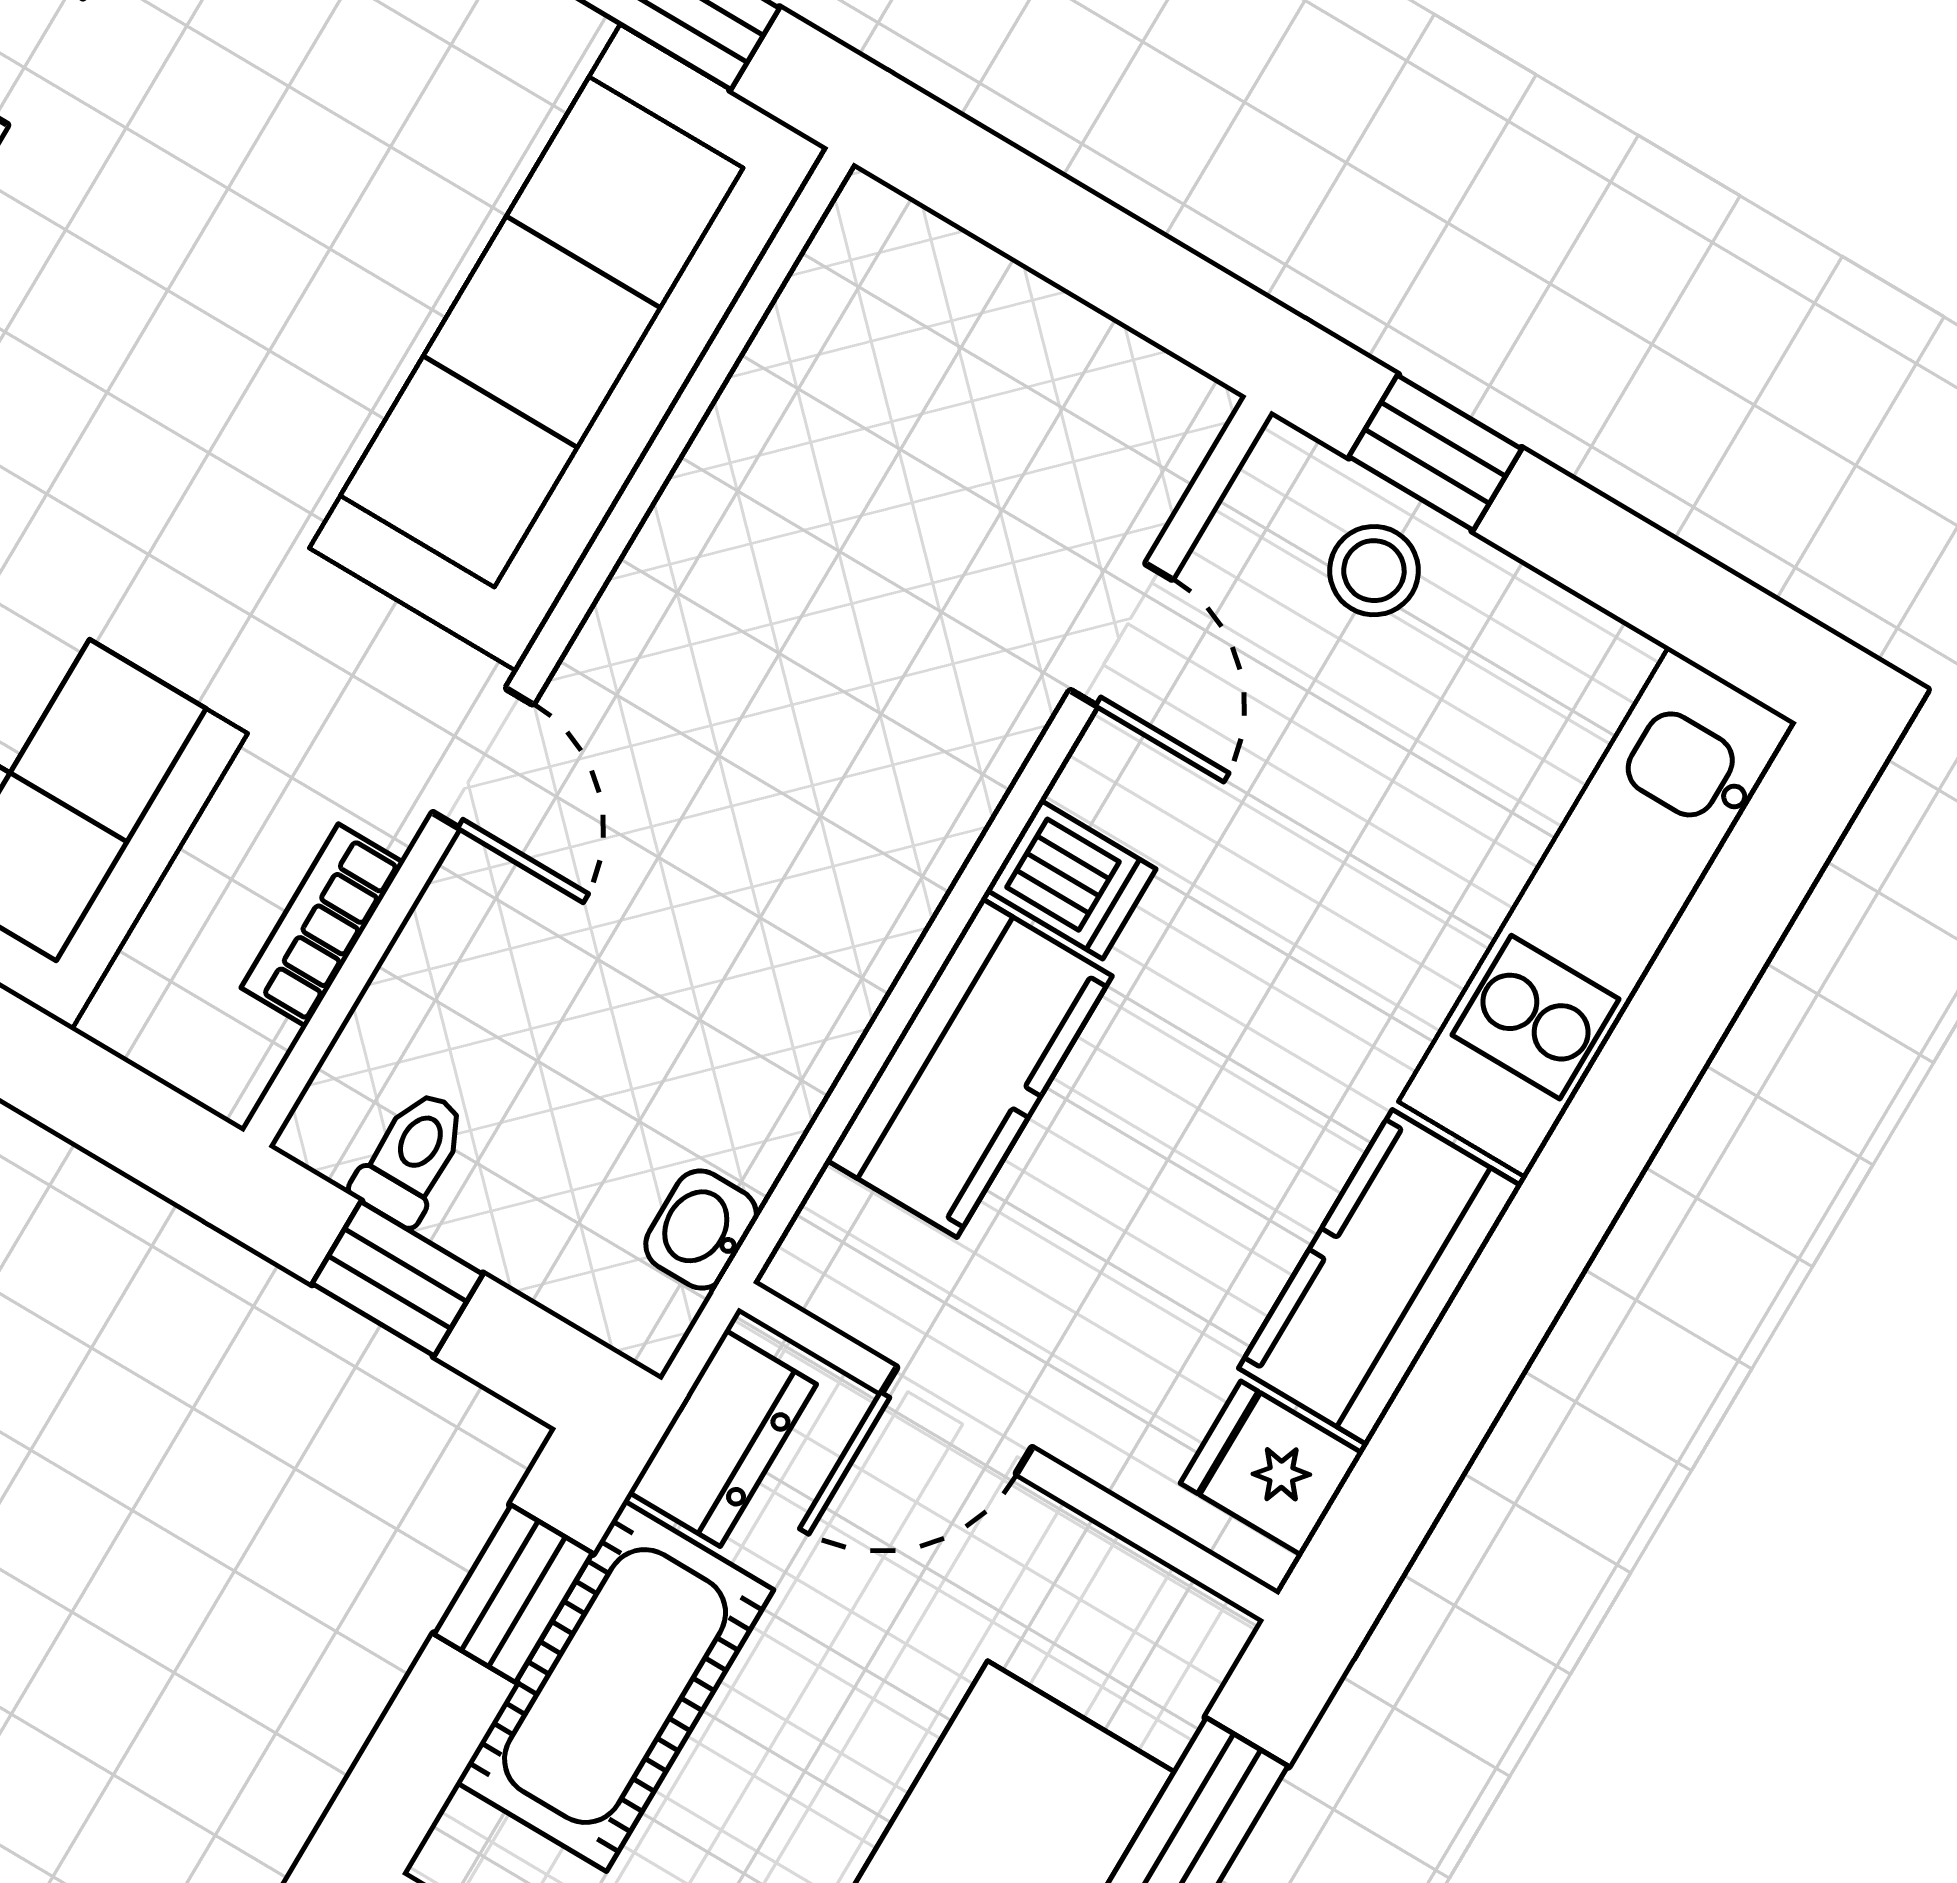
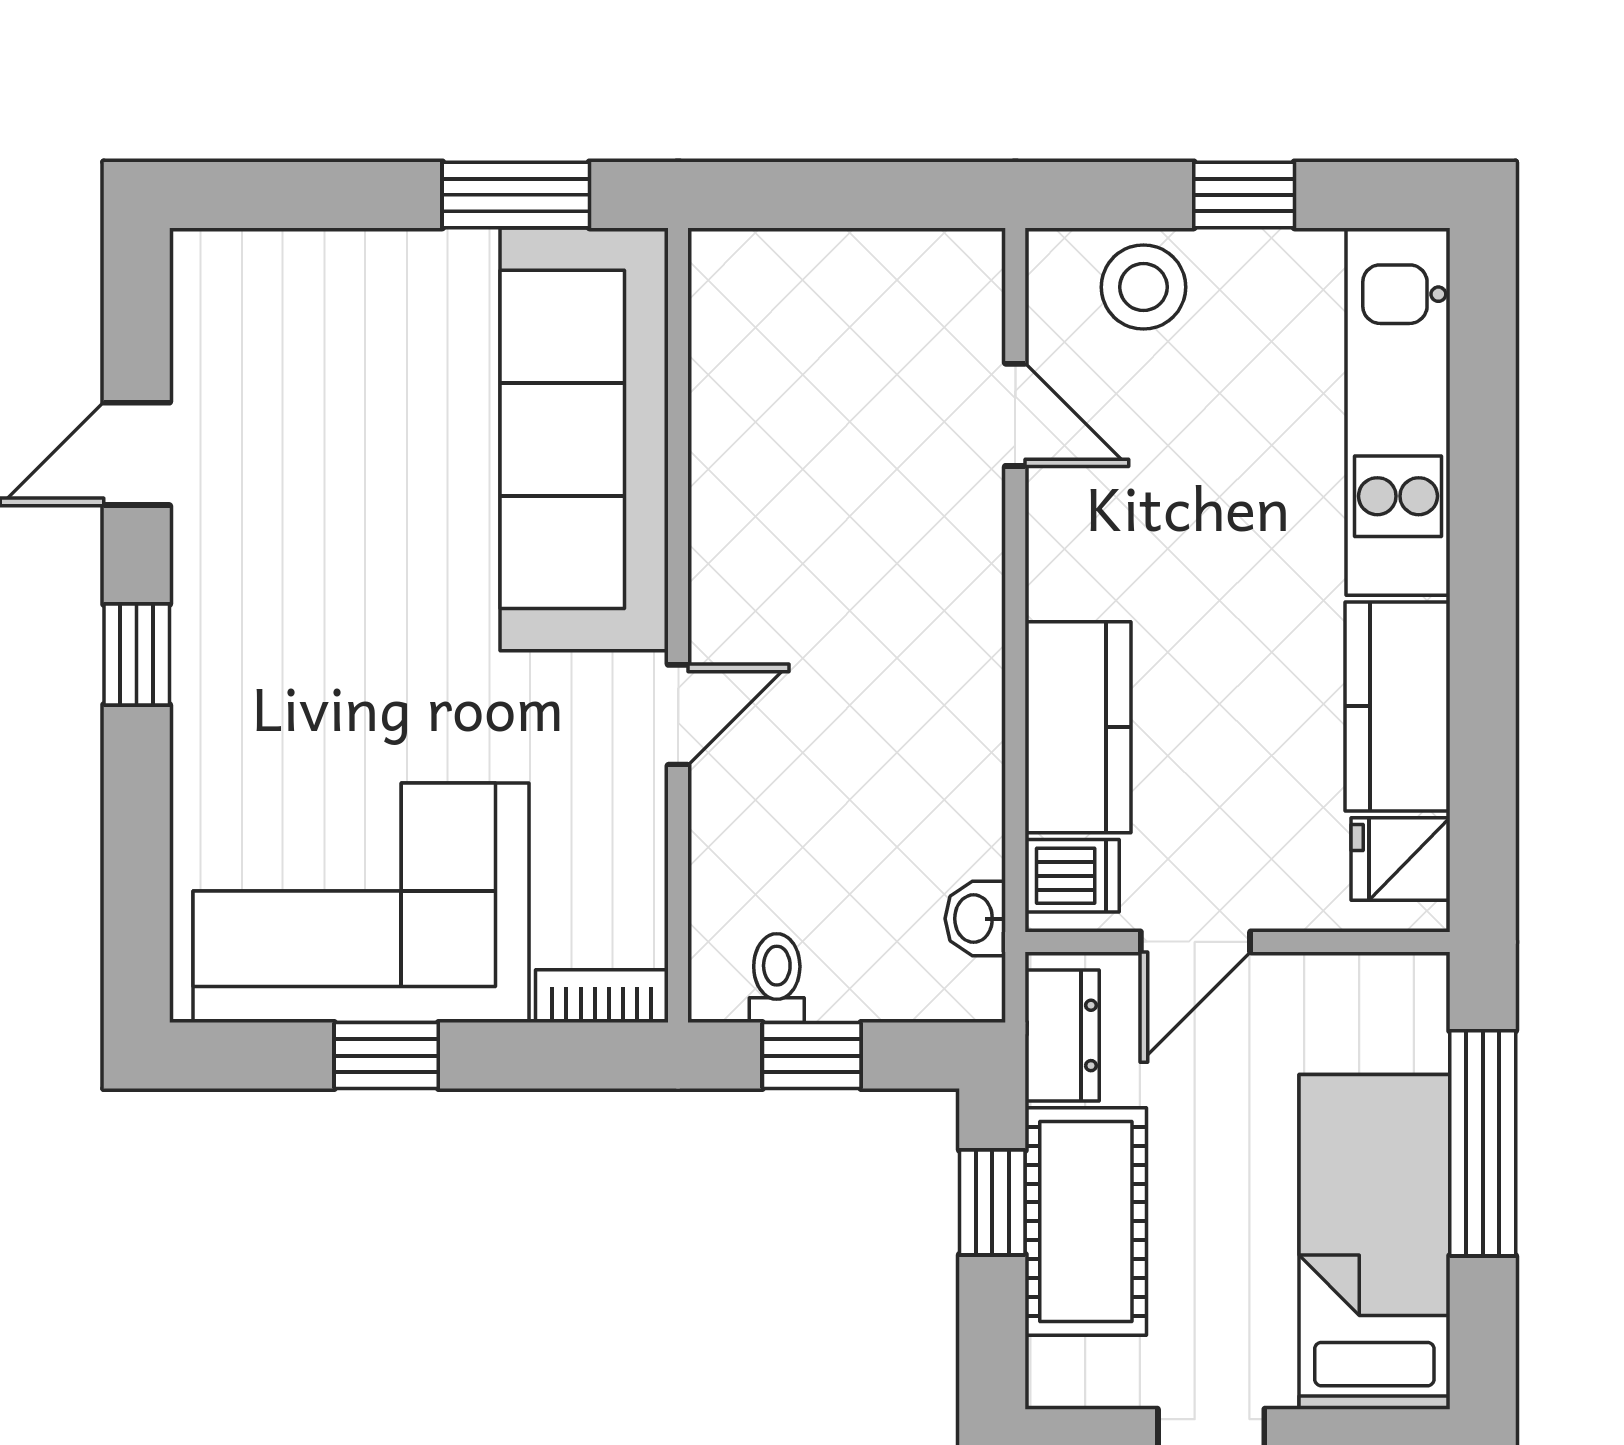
window: (1435, 453) -> (1244, 195), moved
stool: (1374, 571) -> (1143, 287), width x1.37, depth x1.37
door: (483, 758) -> (678, 715), hinge flipped
dishwasher: (1071, 879) -> (1072, 876), moved
bookcase: (322, 925) -> (602, 996), moved, turned 90

